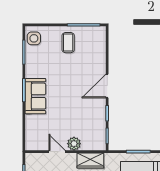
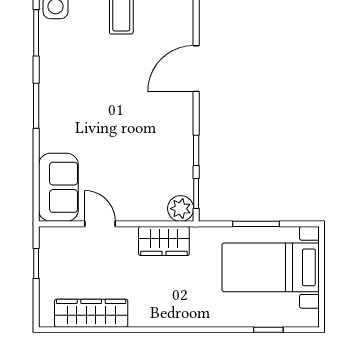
door: (107, 86) -> (196, 69), moved
sofa: (35, 96) -> (58, 187), moved
plant: (74, 144) -> (181, 209), moved

